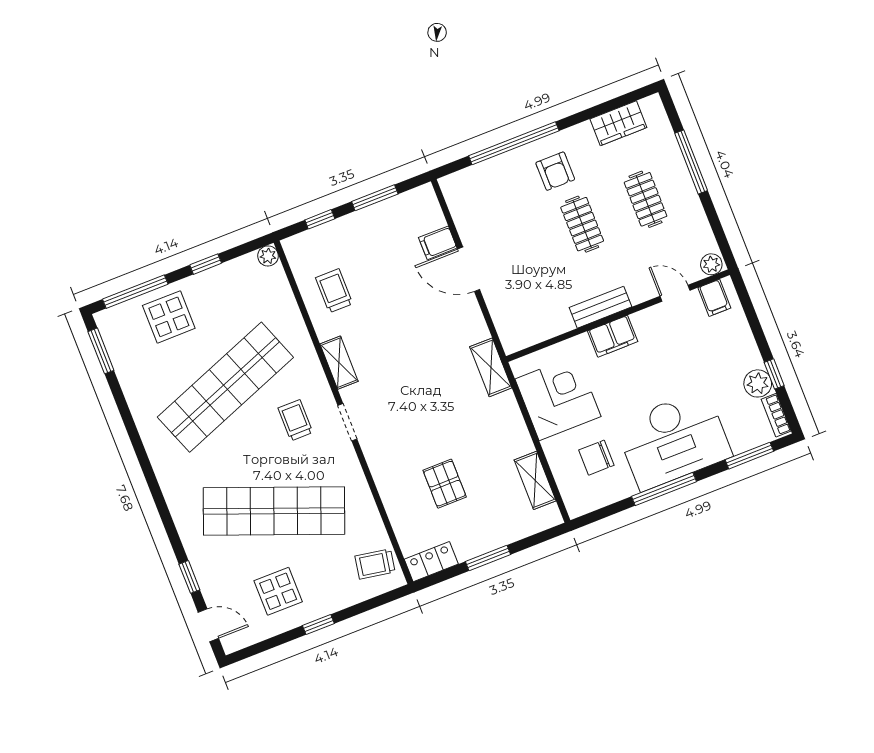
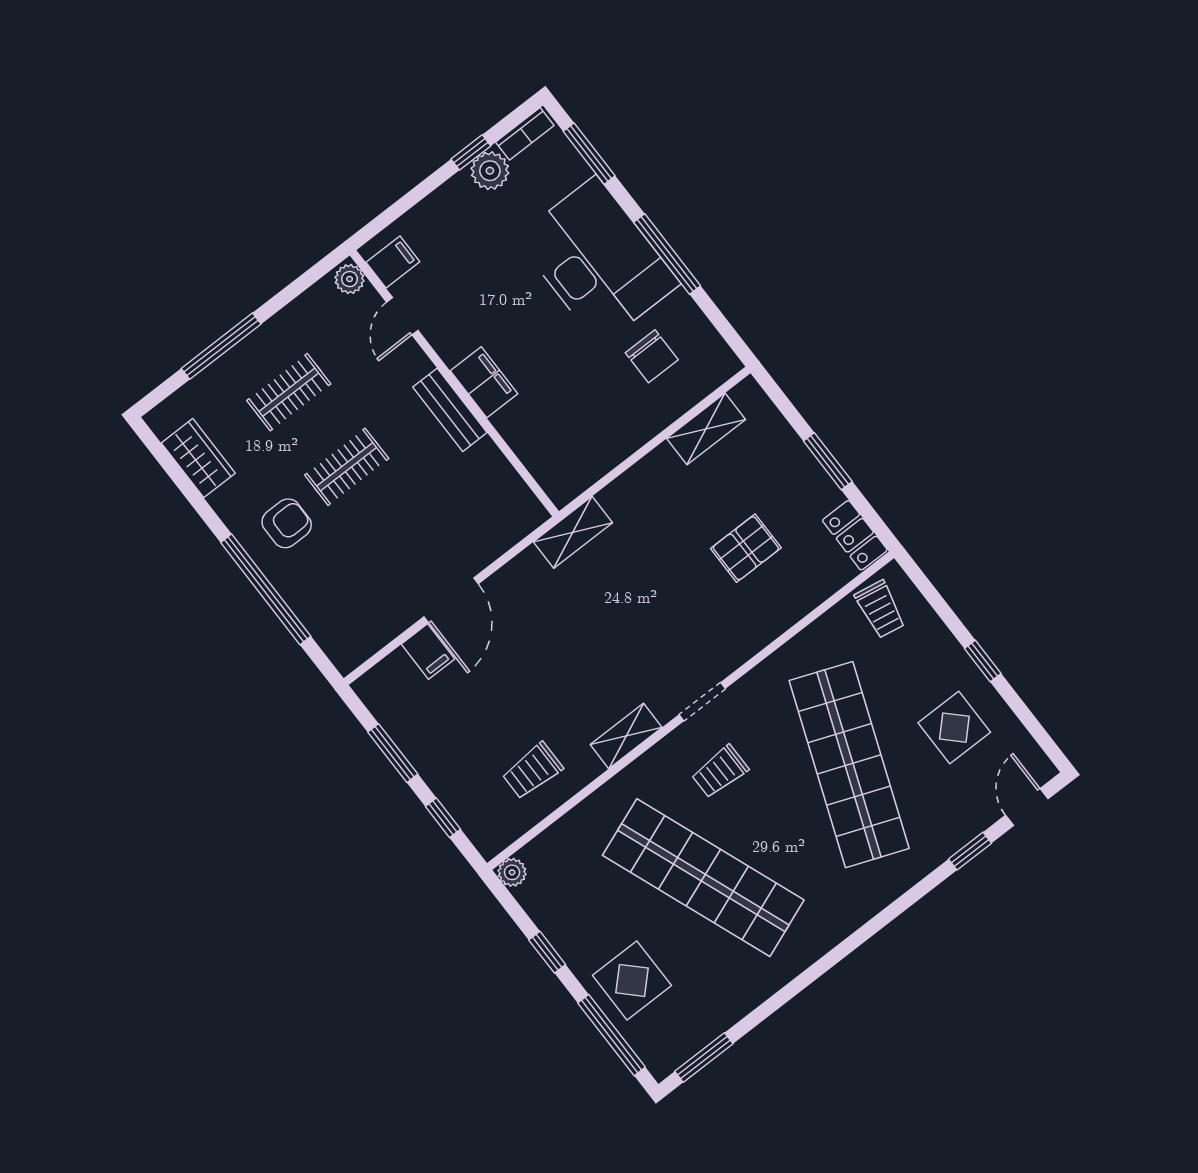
corner desk: (558, 398) -> (587, 431), removed

